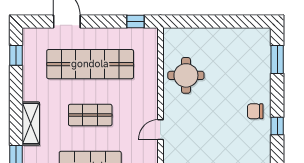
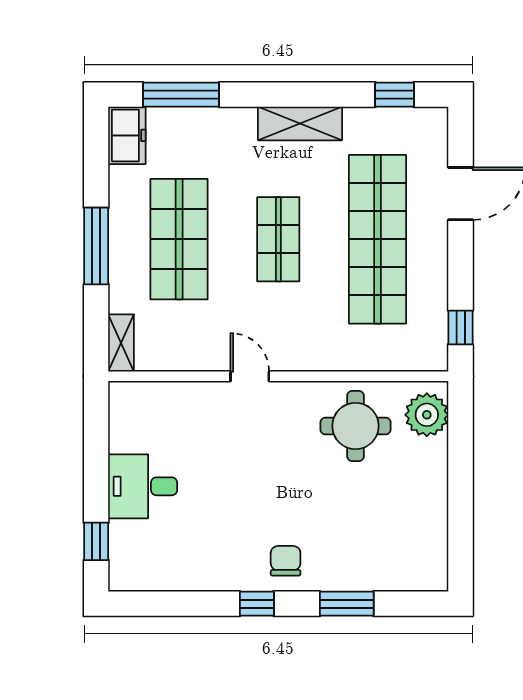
plant: (180, 39) -> (427, 415), added
window: (277, 59) -> (347, 604), moved
shelving: (31, 124) -> (300, 124), moved

